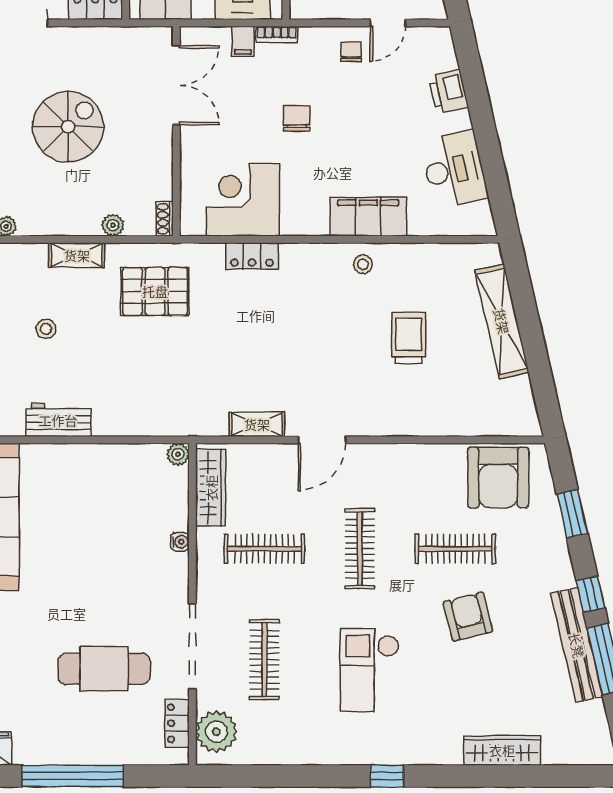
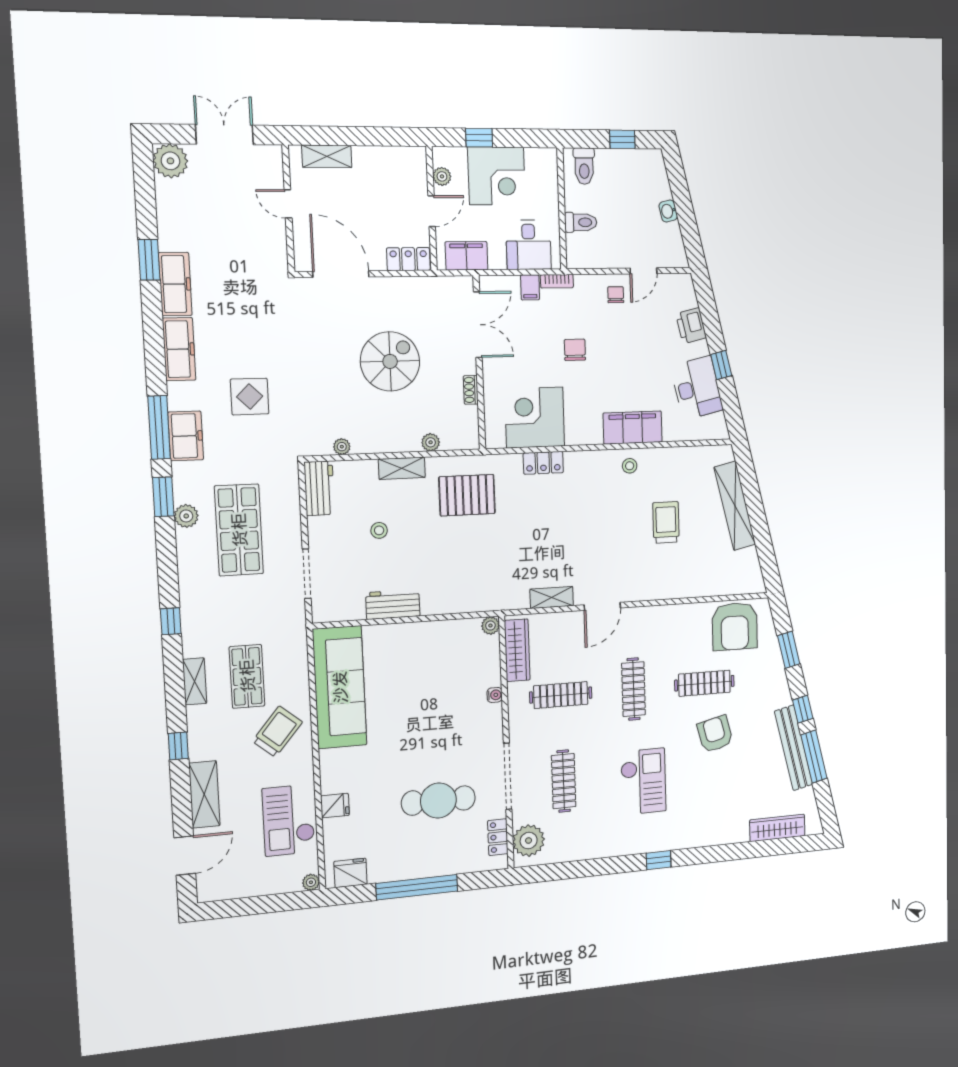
window: (487, 142) -> (721, 365), added
shoe rack: (165, 219) -> (471, 390), moved
checkout: (369, 670) -> (643, 781), turned 180
wardrobe: (502, 750) -> (777, 828), moved

